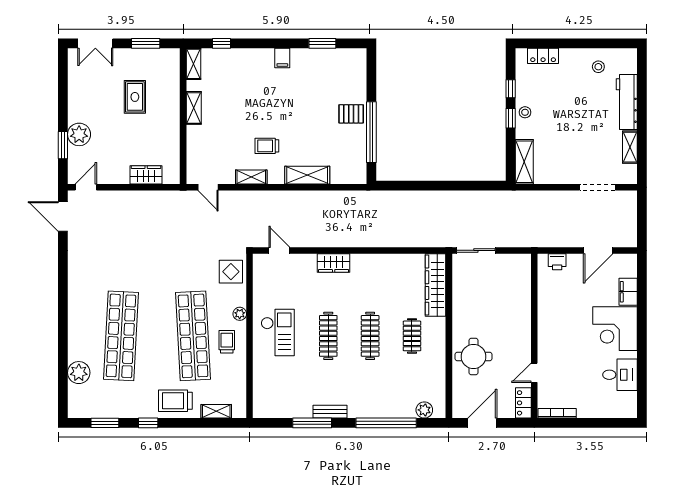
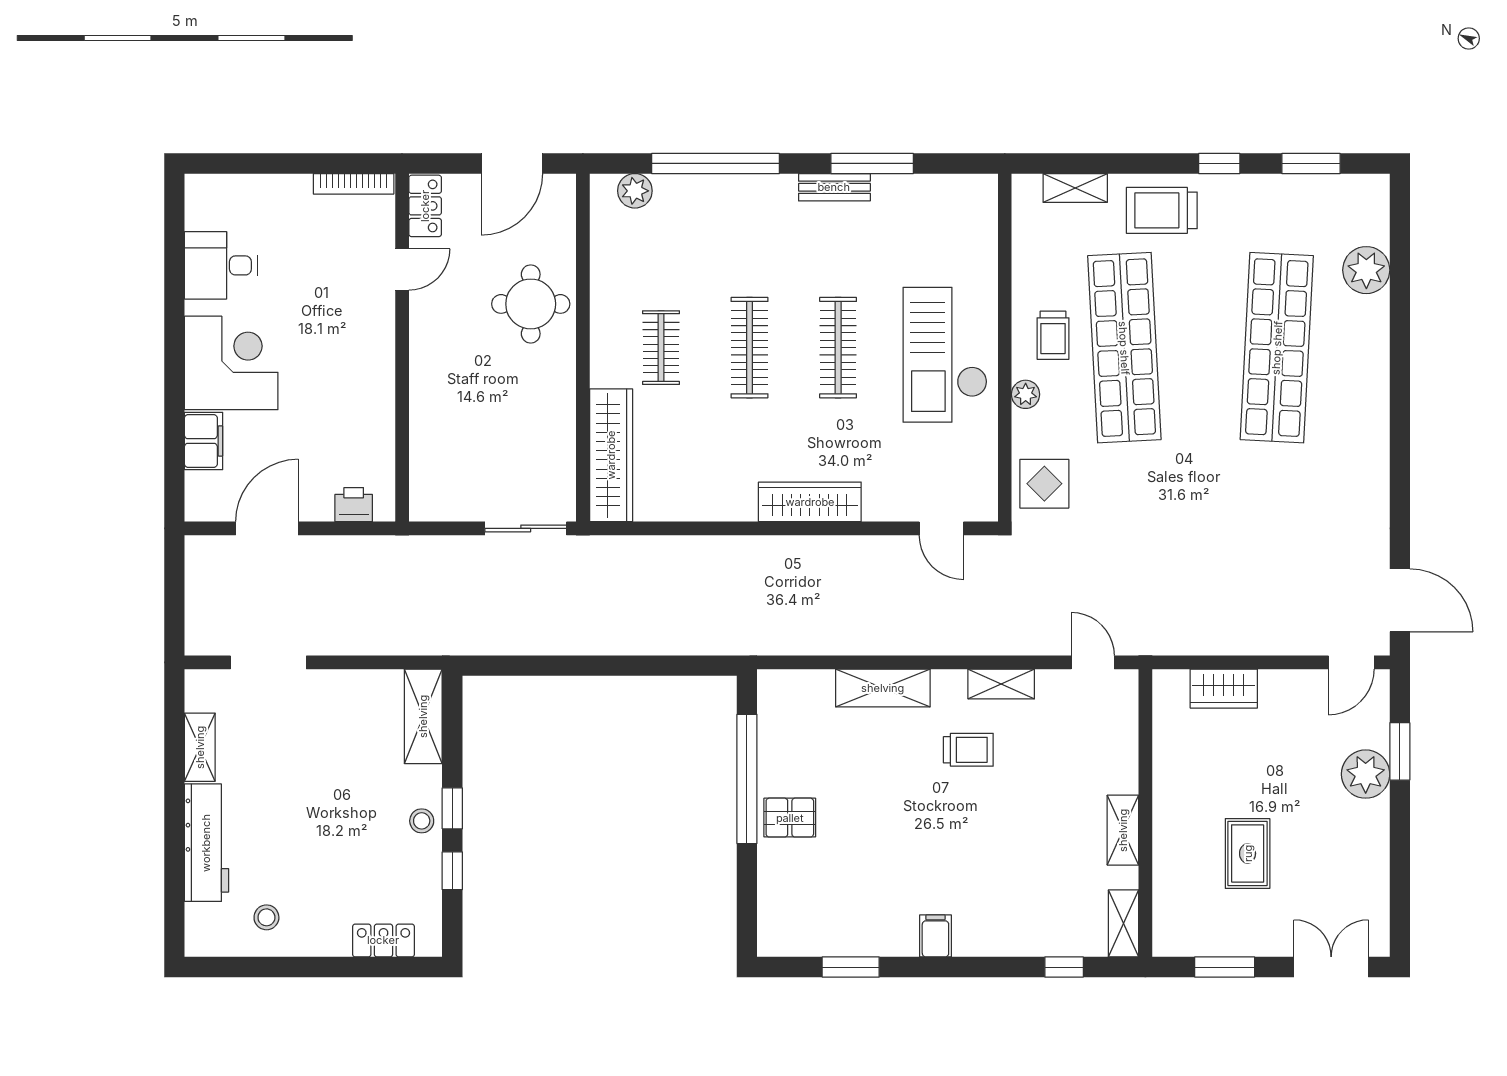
wardrobe: (334, 263) -> (810, 502), width x1.50
checkout: (278, 333) -> (945, 355), width x1.36, depth x1.21
trolley: (175, 401) -> (1162, 210), turned 180

